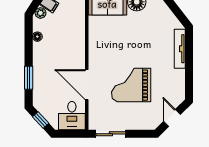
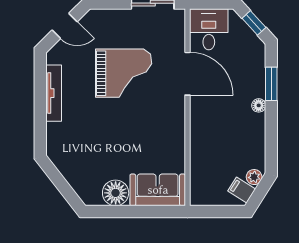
floor lamp: (37, 37) -> (259, 105), moved
tv unit: (180, 49) -> (54, 93), moved
door: (172, 118) -> (65, 26), hinge flipped

